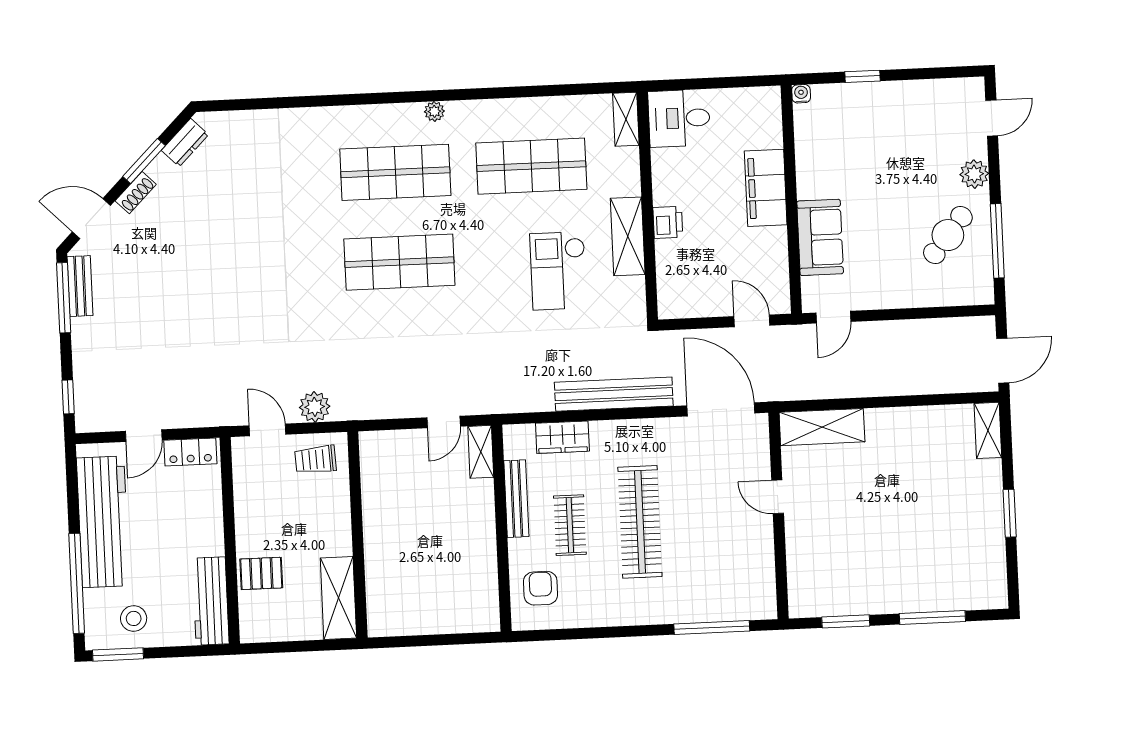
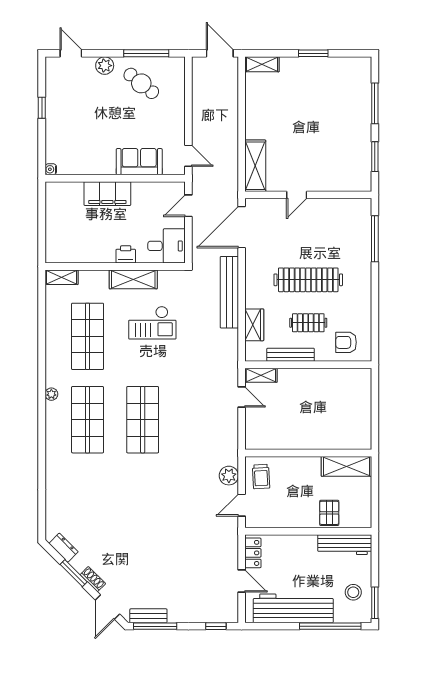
window: (862, 76) -> (42, 108), moved
desk: (679, 118) -> (166, 246), moved, turned -90

